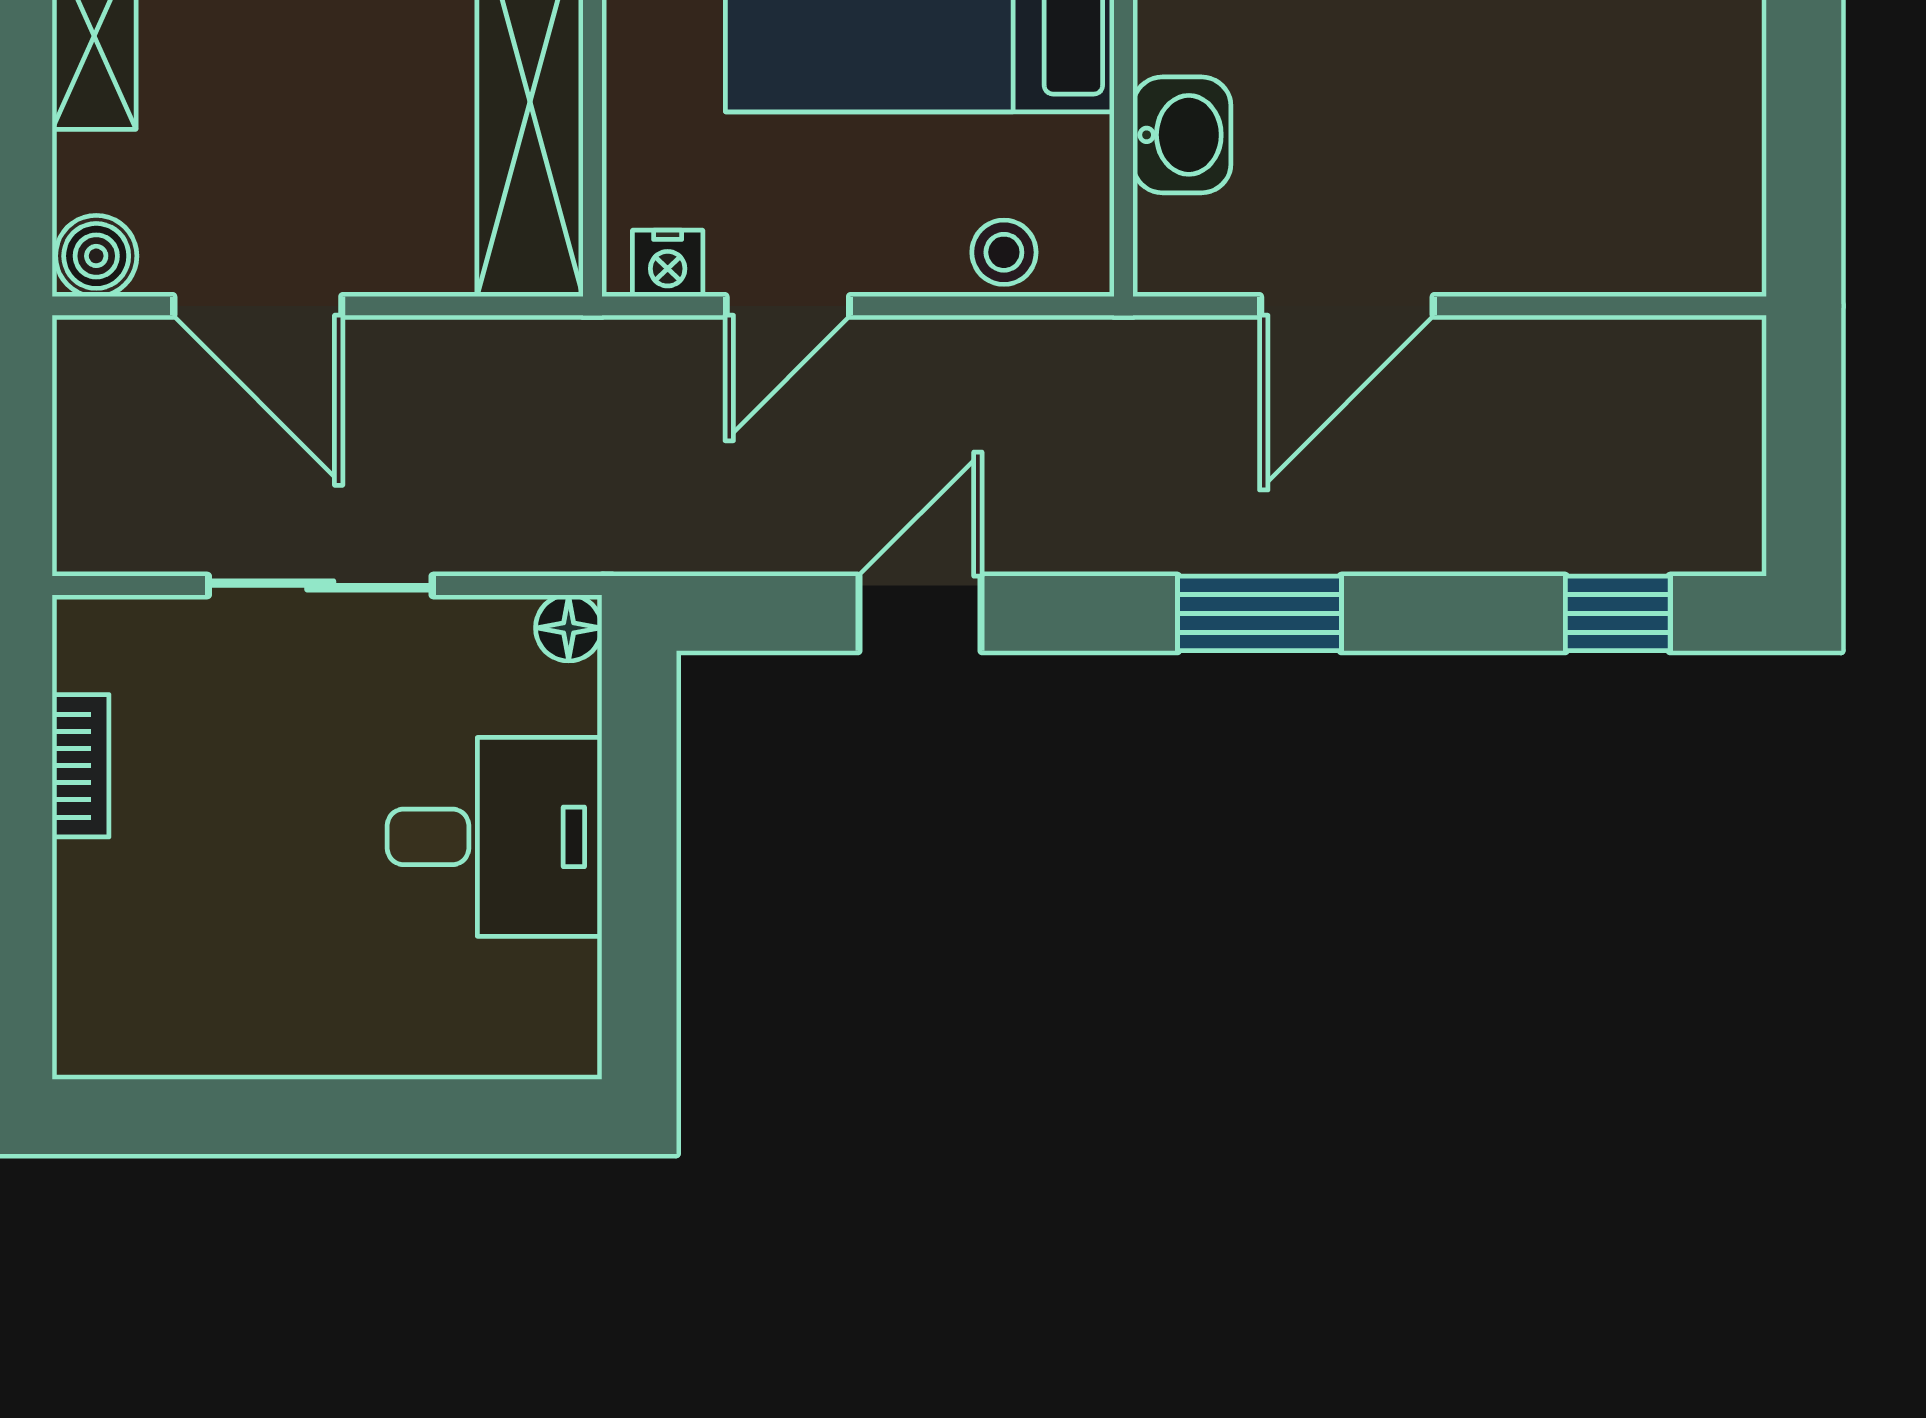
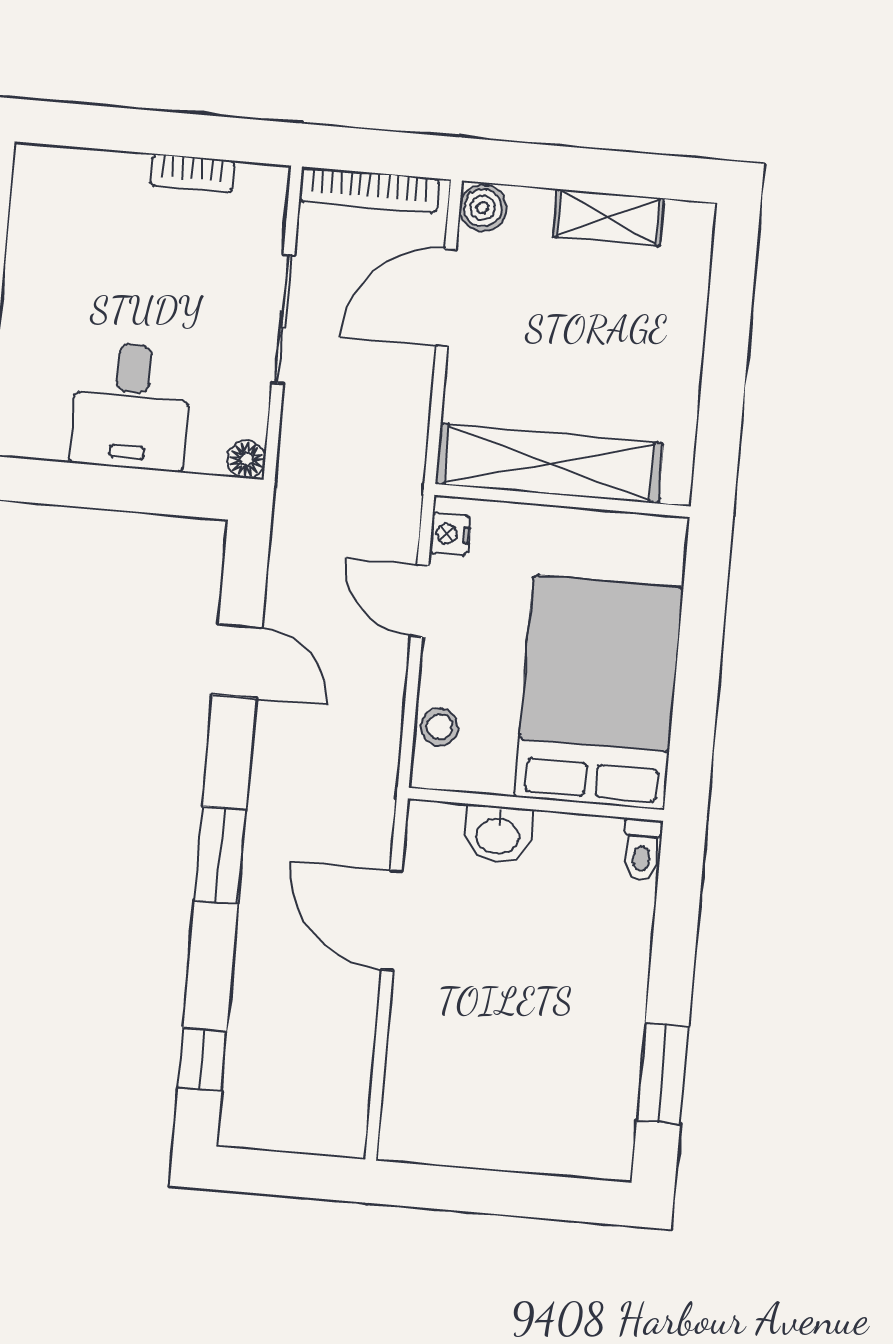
bookcase: (83, 456) -> (369, 190), added

